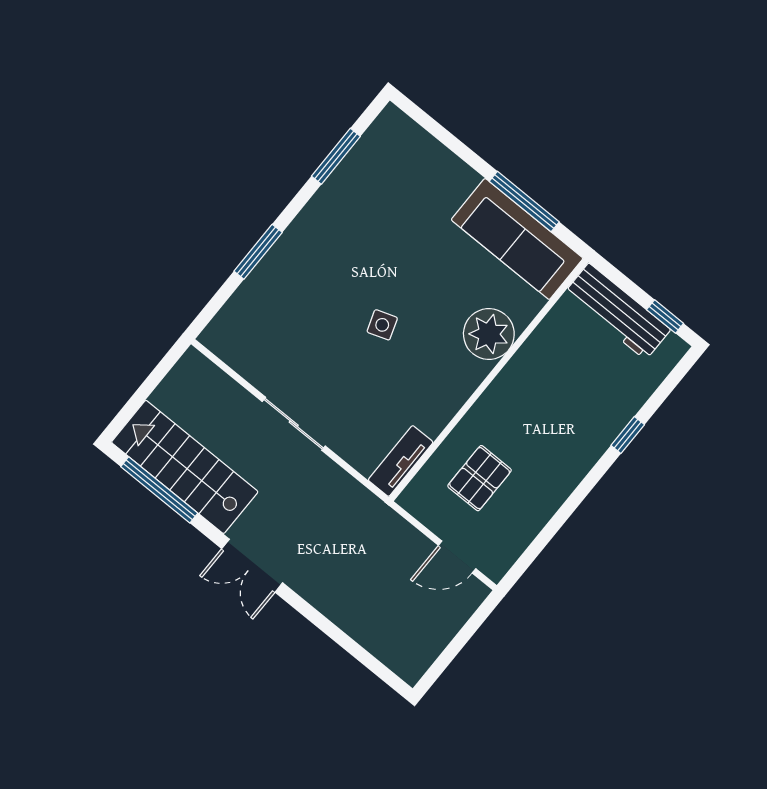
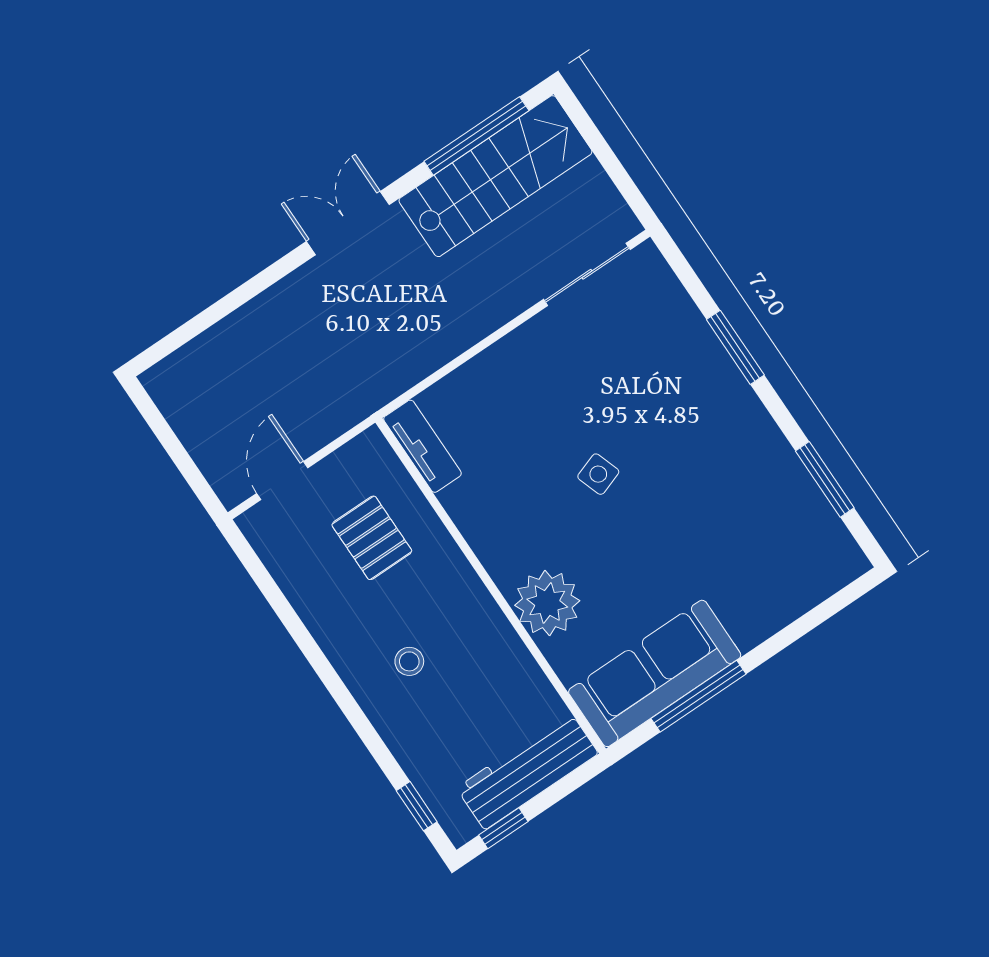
stool: (563, 423) -> (409, 661), added
sliding door: (294, 424) -> (587, 274), moved
window: (628, 435) -> (417, 806), moved

